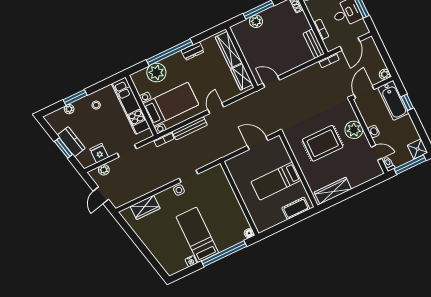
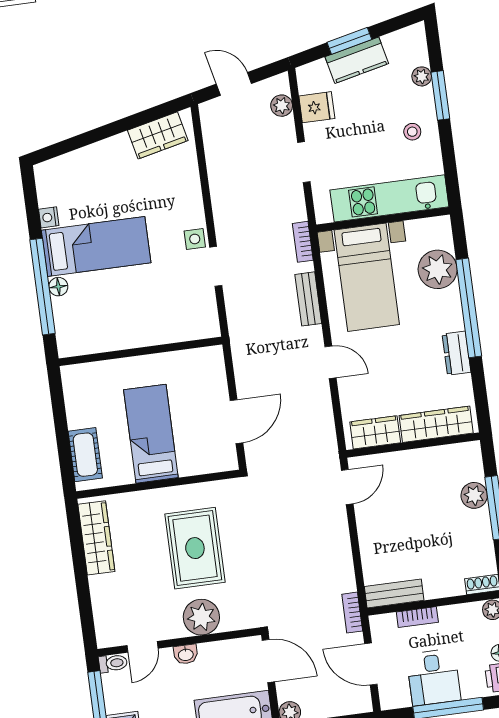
bench: (190, 128) -> (308, 299), width x0.73
wardrobe: (145, 207) -> (158, 135), moved, turned -103
floor lamp: (249, 233) -> (58, 287), moved

